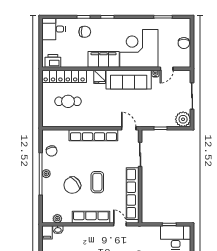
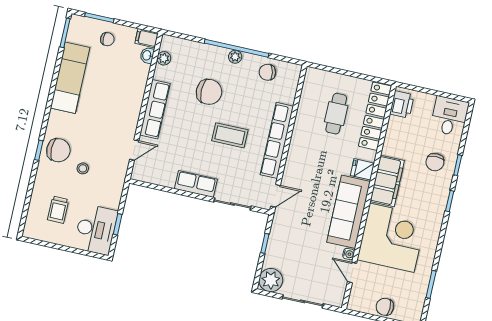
coffee table: (97, 182) -> (230, 135), moved
chair: (72, 185) -> (209, 92), turned 129
row of seats: (133, 194) -> (196, 184), width x0.50

